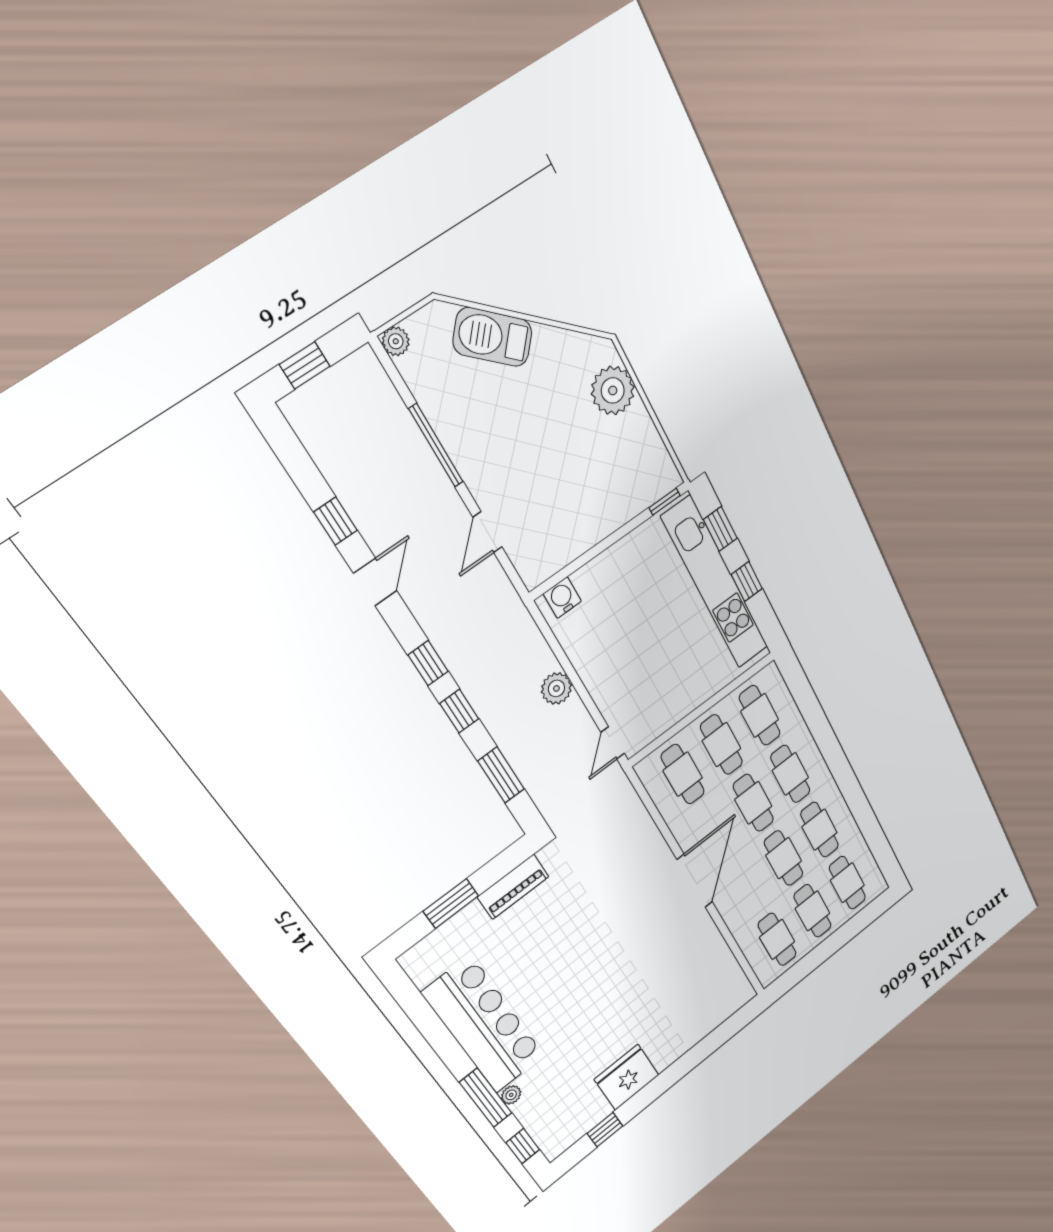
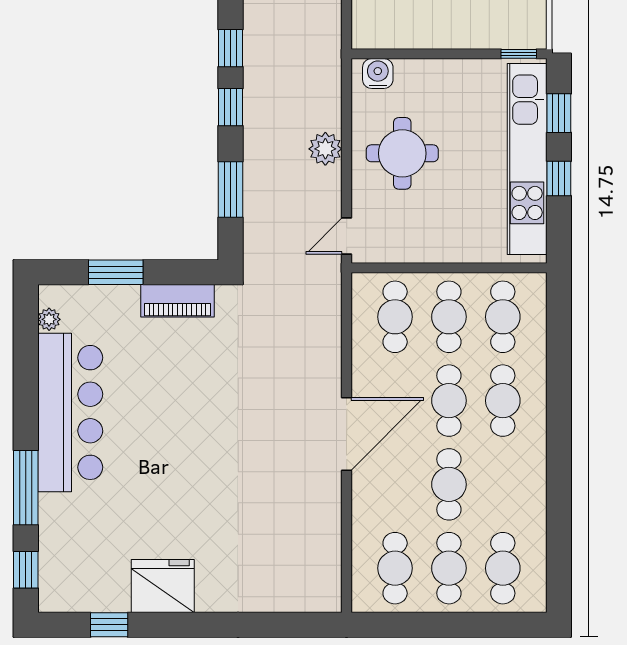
round table: (619, 648) -> (402, 153), added
cafe table: (820, 830) -> (503, 484), removed
plant: (511, 1095) -> (49, 319), moved

